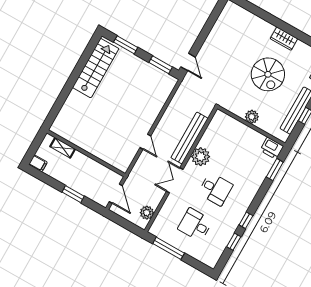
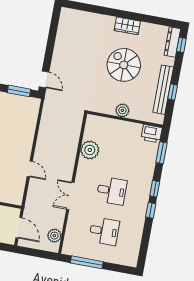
spiral stairs: (268, 74) -> (124, 65), turned 180
bench: (190, 138) -> (70, 151), removed
plant: (201, 157) -> (90, 150), moved
desk: (195, 225) -> (104, 231), turned 180
window: (234, 242) -> (155, 189), moved

